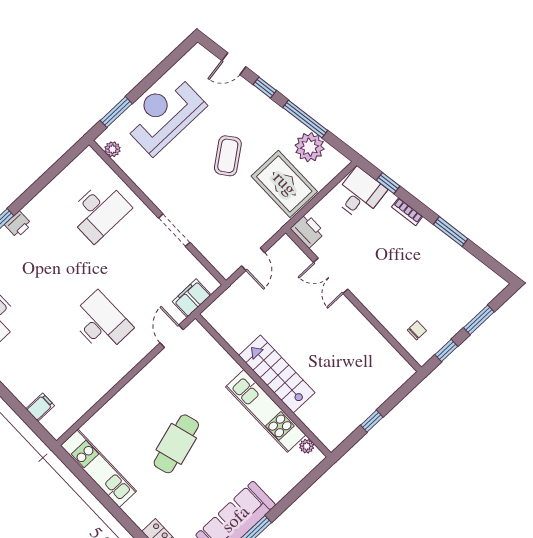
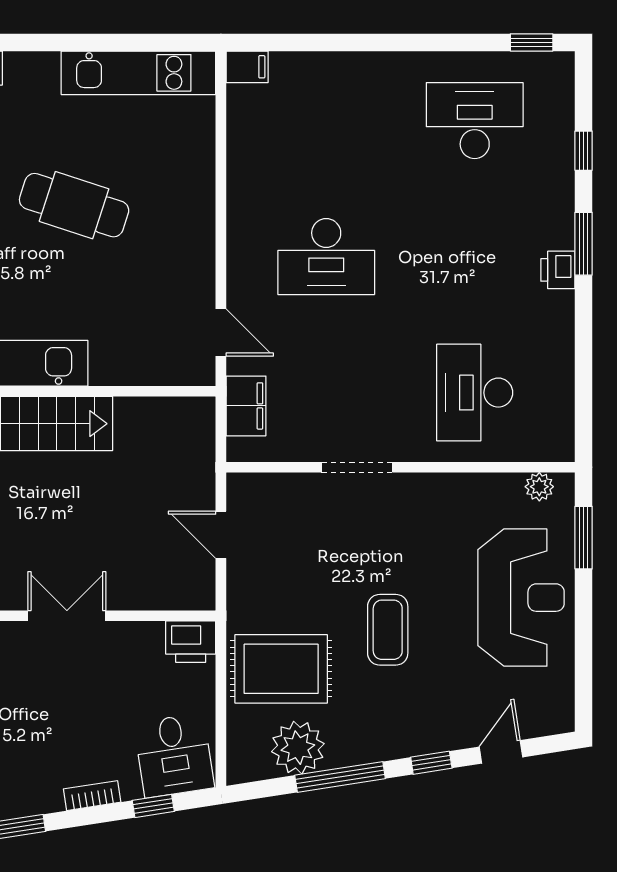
coffee table: (228, 156) -> (388, 630), turned 37
double door: (331, 276) -> (67, 616), moved
filing cabinet: (40, 407) -> (247, 67), moved, turned -90
cafe table: (176, 444) -> (74, 205), turned -56

